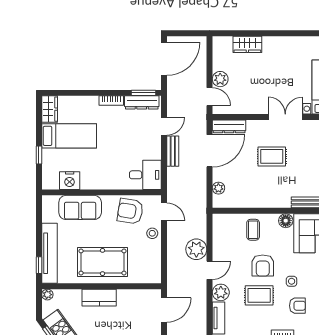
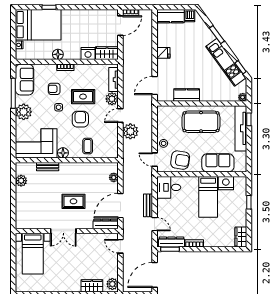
plant: (220, 79) -> (112, 284), moved
door: (164, 126) -> (155, 224), swing flipped
bed: (69, 136) -> (208, 197), moved, turned -90
kitchen counter: (99, 298) -> (187, 95), moved

